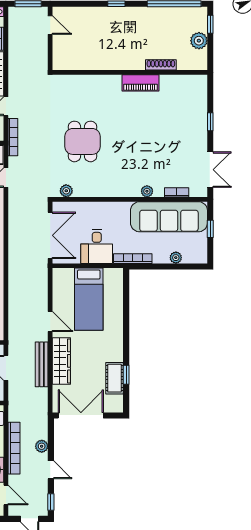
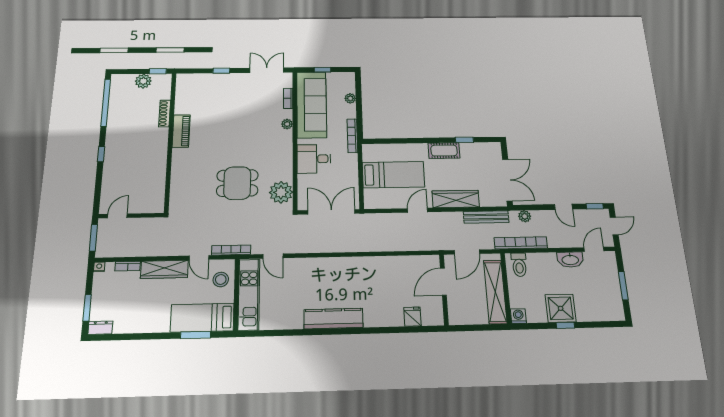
window: (210, 24) -> (158, 71), moved
plant: (66, 191) -> (281, 192), width x1.87, depth x1.87
desk: (97, 247) -> (314, 159), moved, turned 180
bench: (42, 364) -> (486, 217), moved
cot: (115, 378) -> (444, 151), moved
double door: (81, 416) -> (507, 180), swing flipped
plant: (42, 446) -> (525, 216), moved
bookcase: (14, 448) -> (521, 243), moved
door: (51, 470) -> (563, 207), swing flipped

